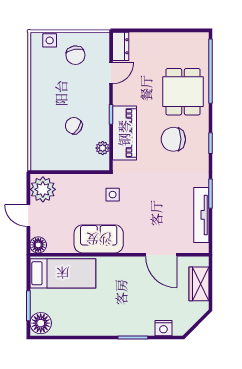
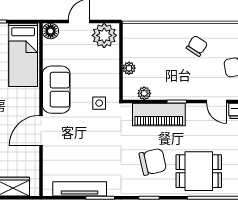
chair: (74, 126) -> (197, 46), moved
chair: (173, 139) -> (153, 162), turned 77
plant: (77, 164) -> (129, 68), added
door: (161, 255) -> (41, 131), moved

